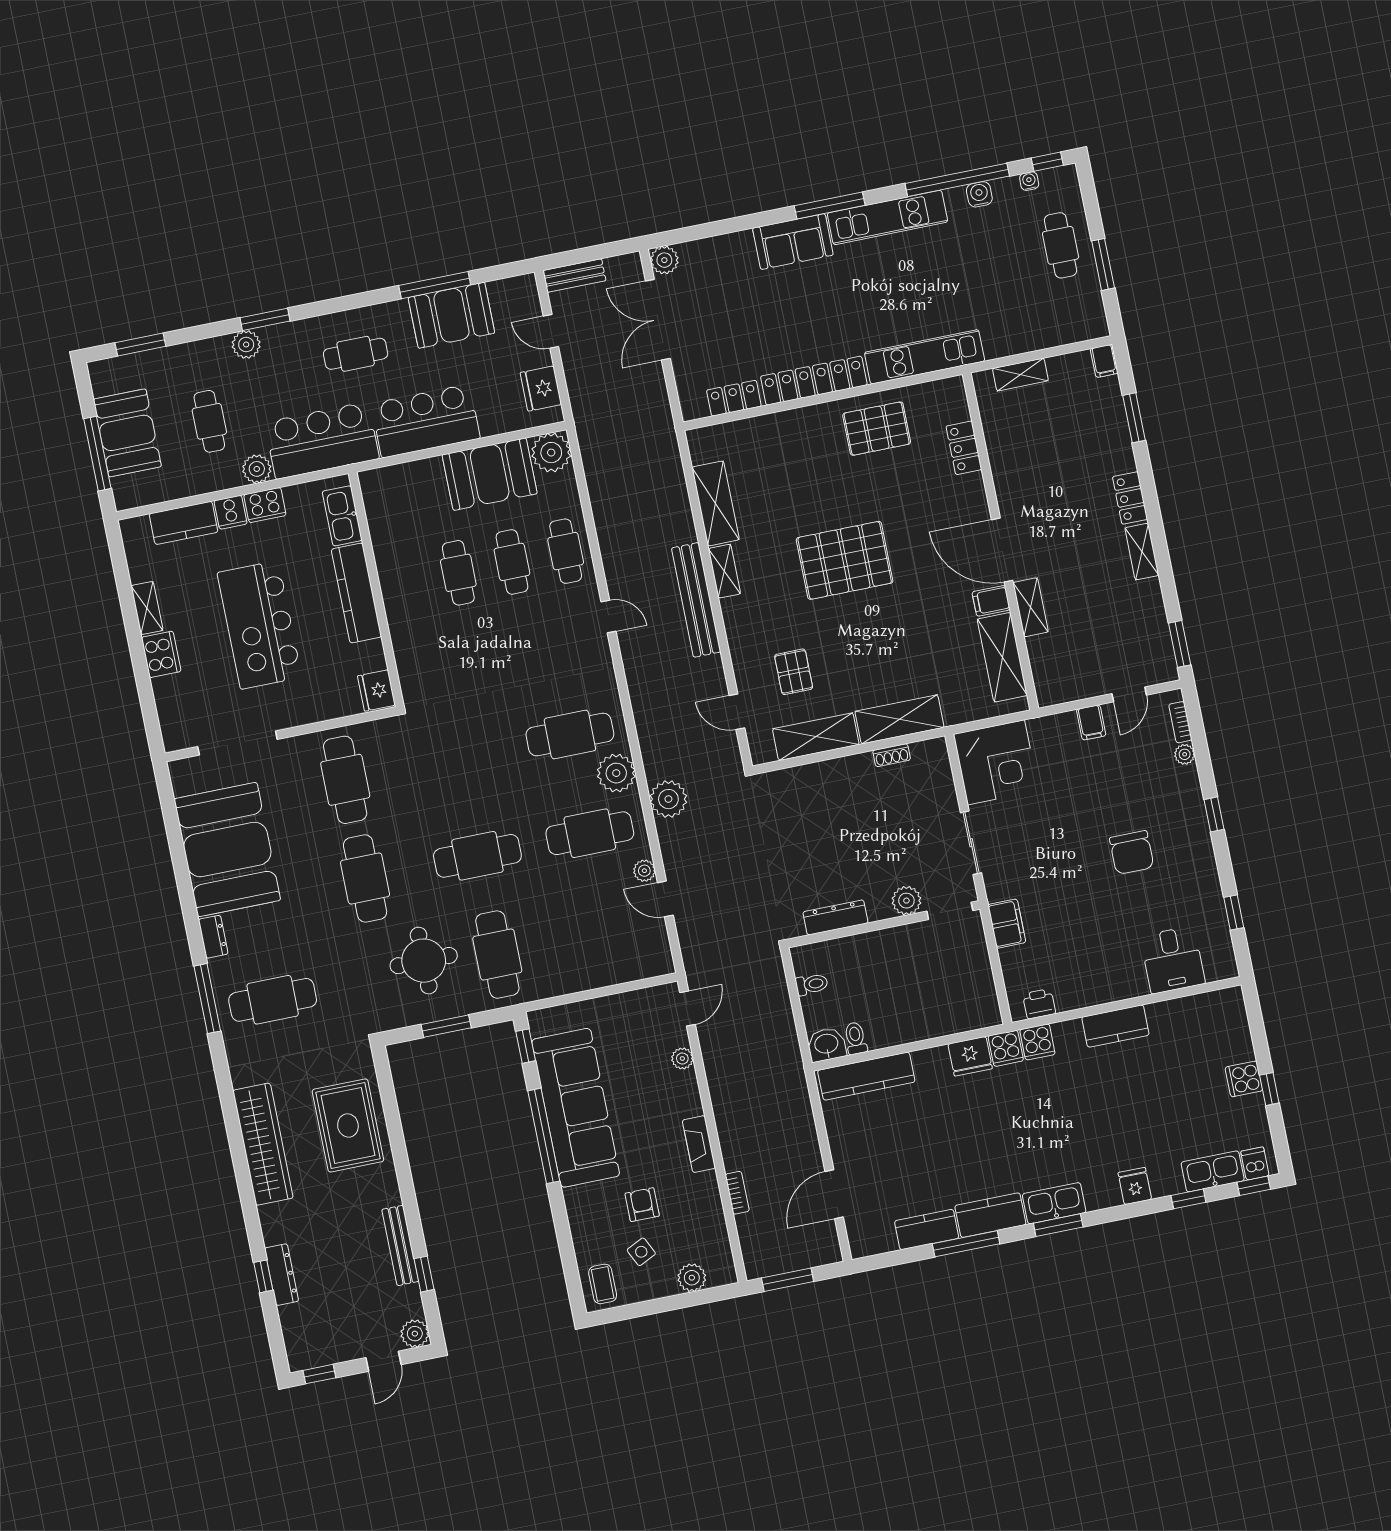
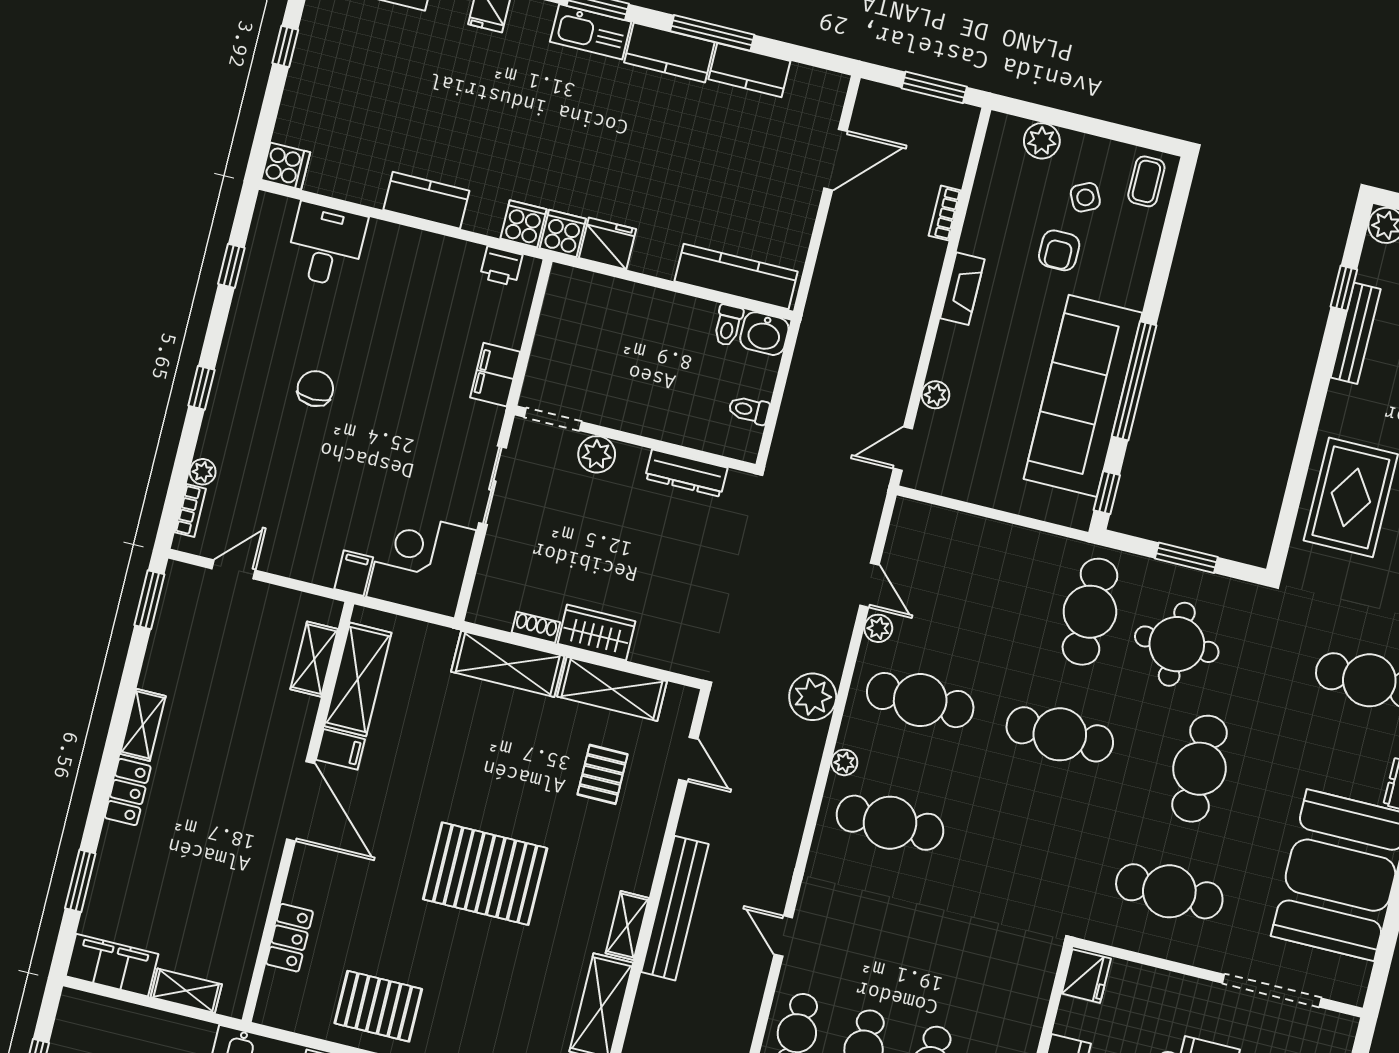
filing cabinet: (1104, 361) -> (112, 965), width x3.00, depth x1.17
shelving: (1031, 607) -> (314, 659), moved
filing cabinet: (1091, 722) -> (354, 573), moved
wardrobe: (846, 772) -> (597, 632), added
plant: (616, 773) -> (844, 762), width x0.53, depth x0.53
cafe table: (345, 780) -> (1169, 891), turned 90
chair: (1132, 853) -> (315, 389), width x0.73, depth x0.73
cooker: (1244, 1079) -> (286, 166), moved

